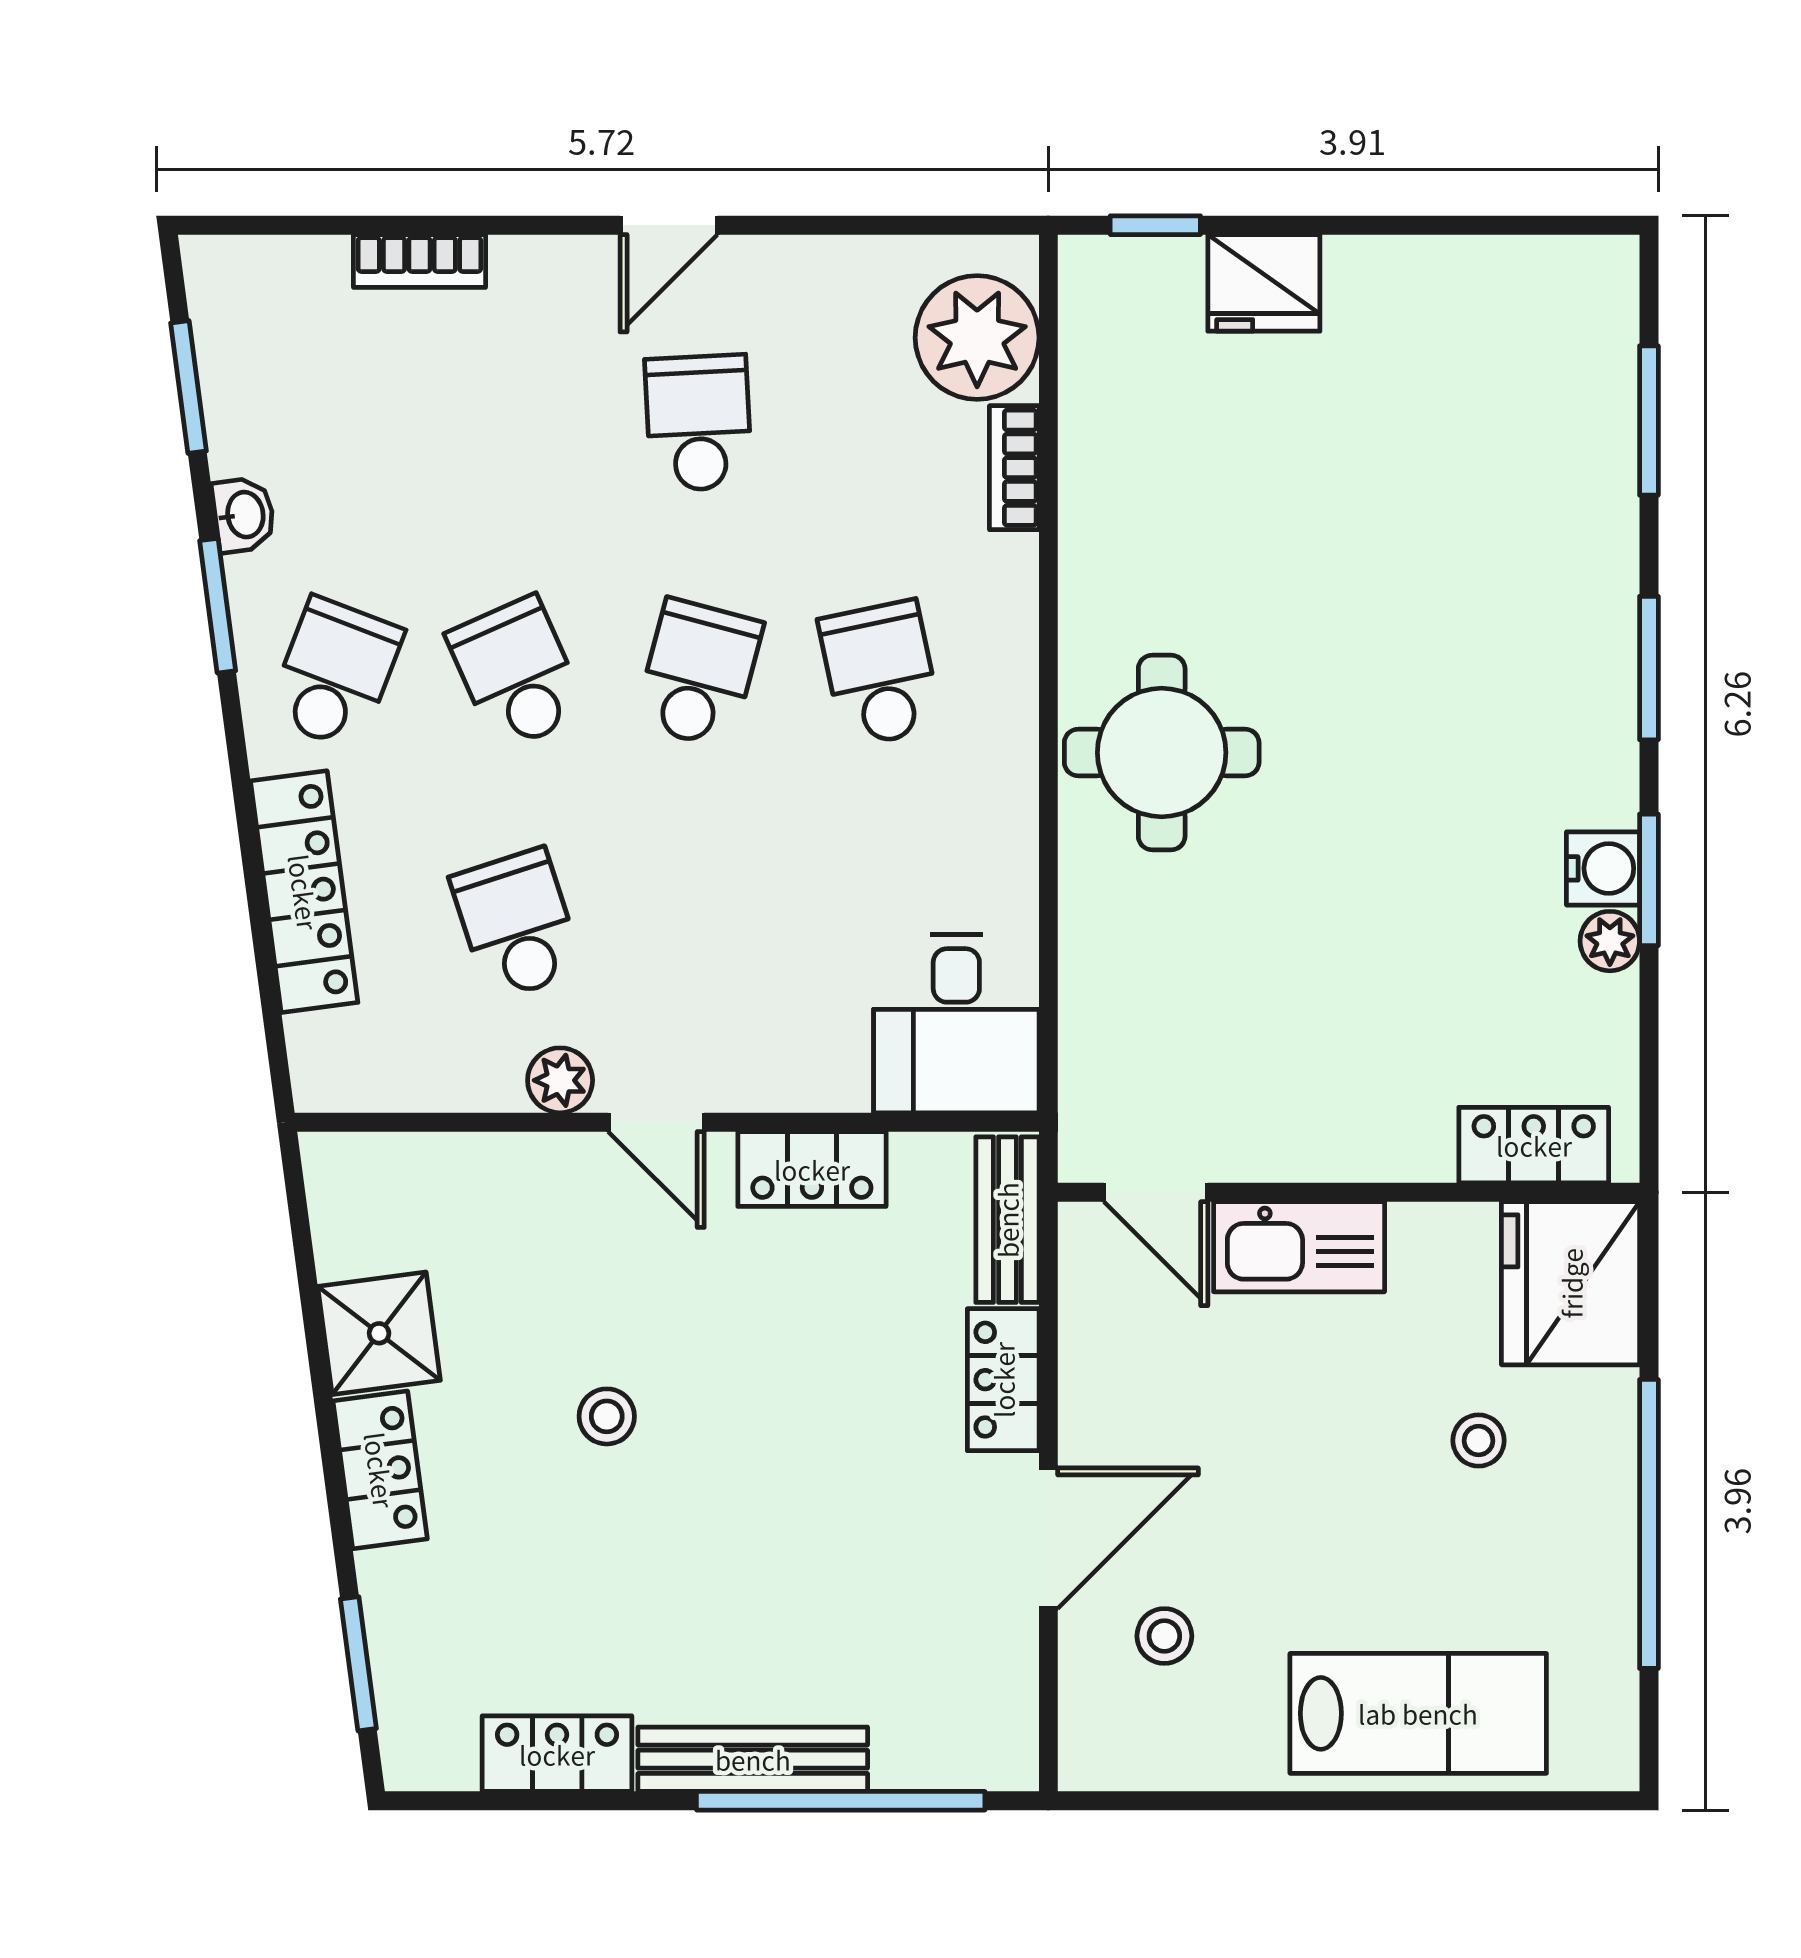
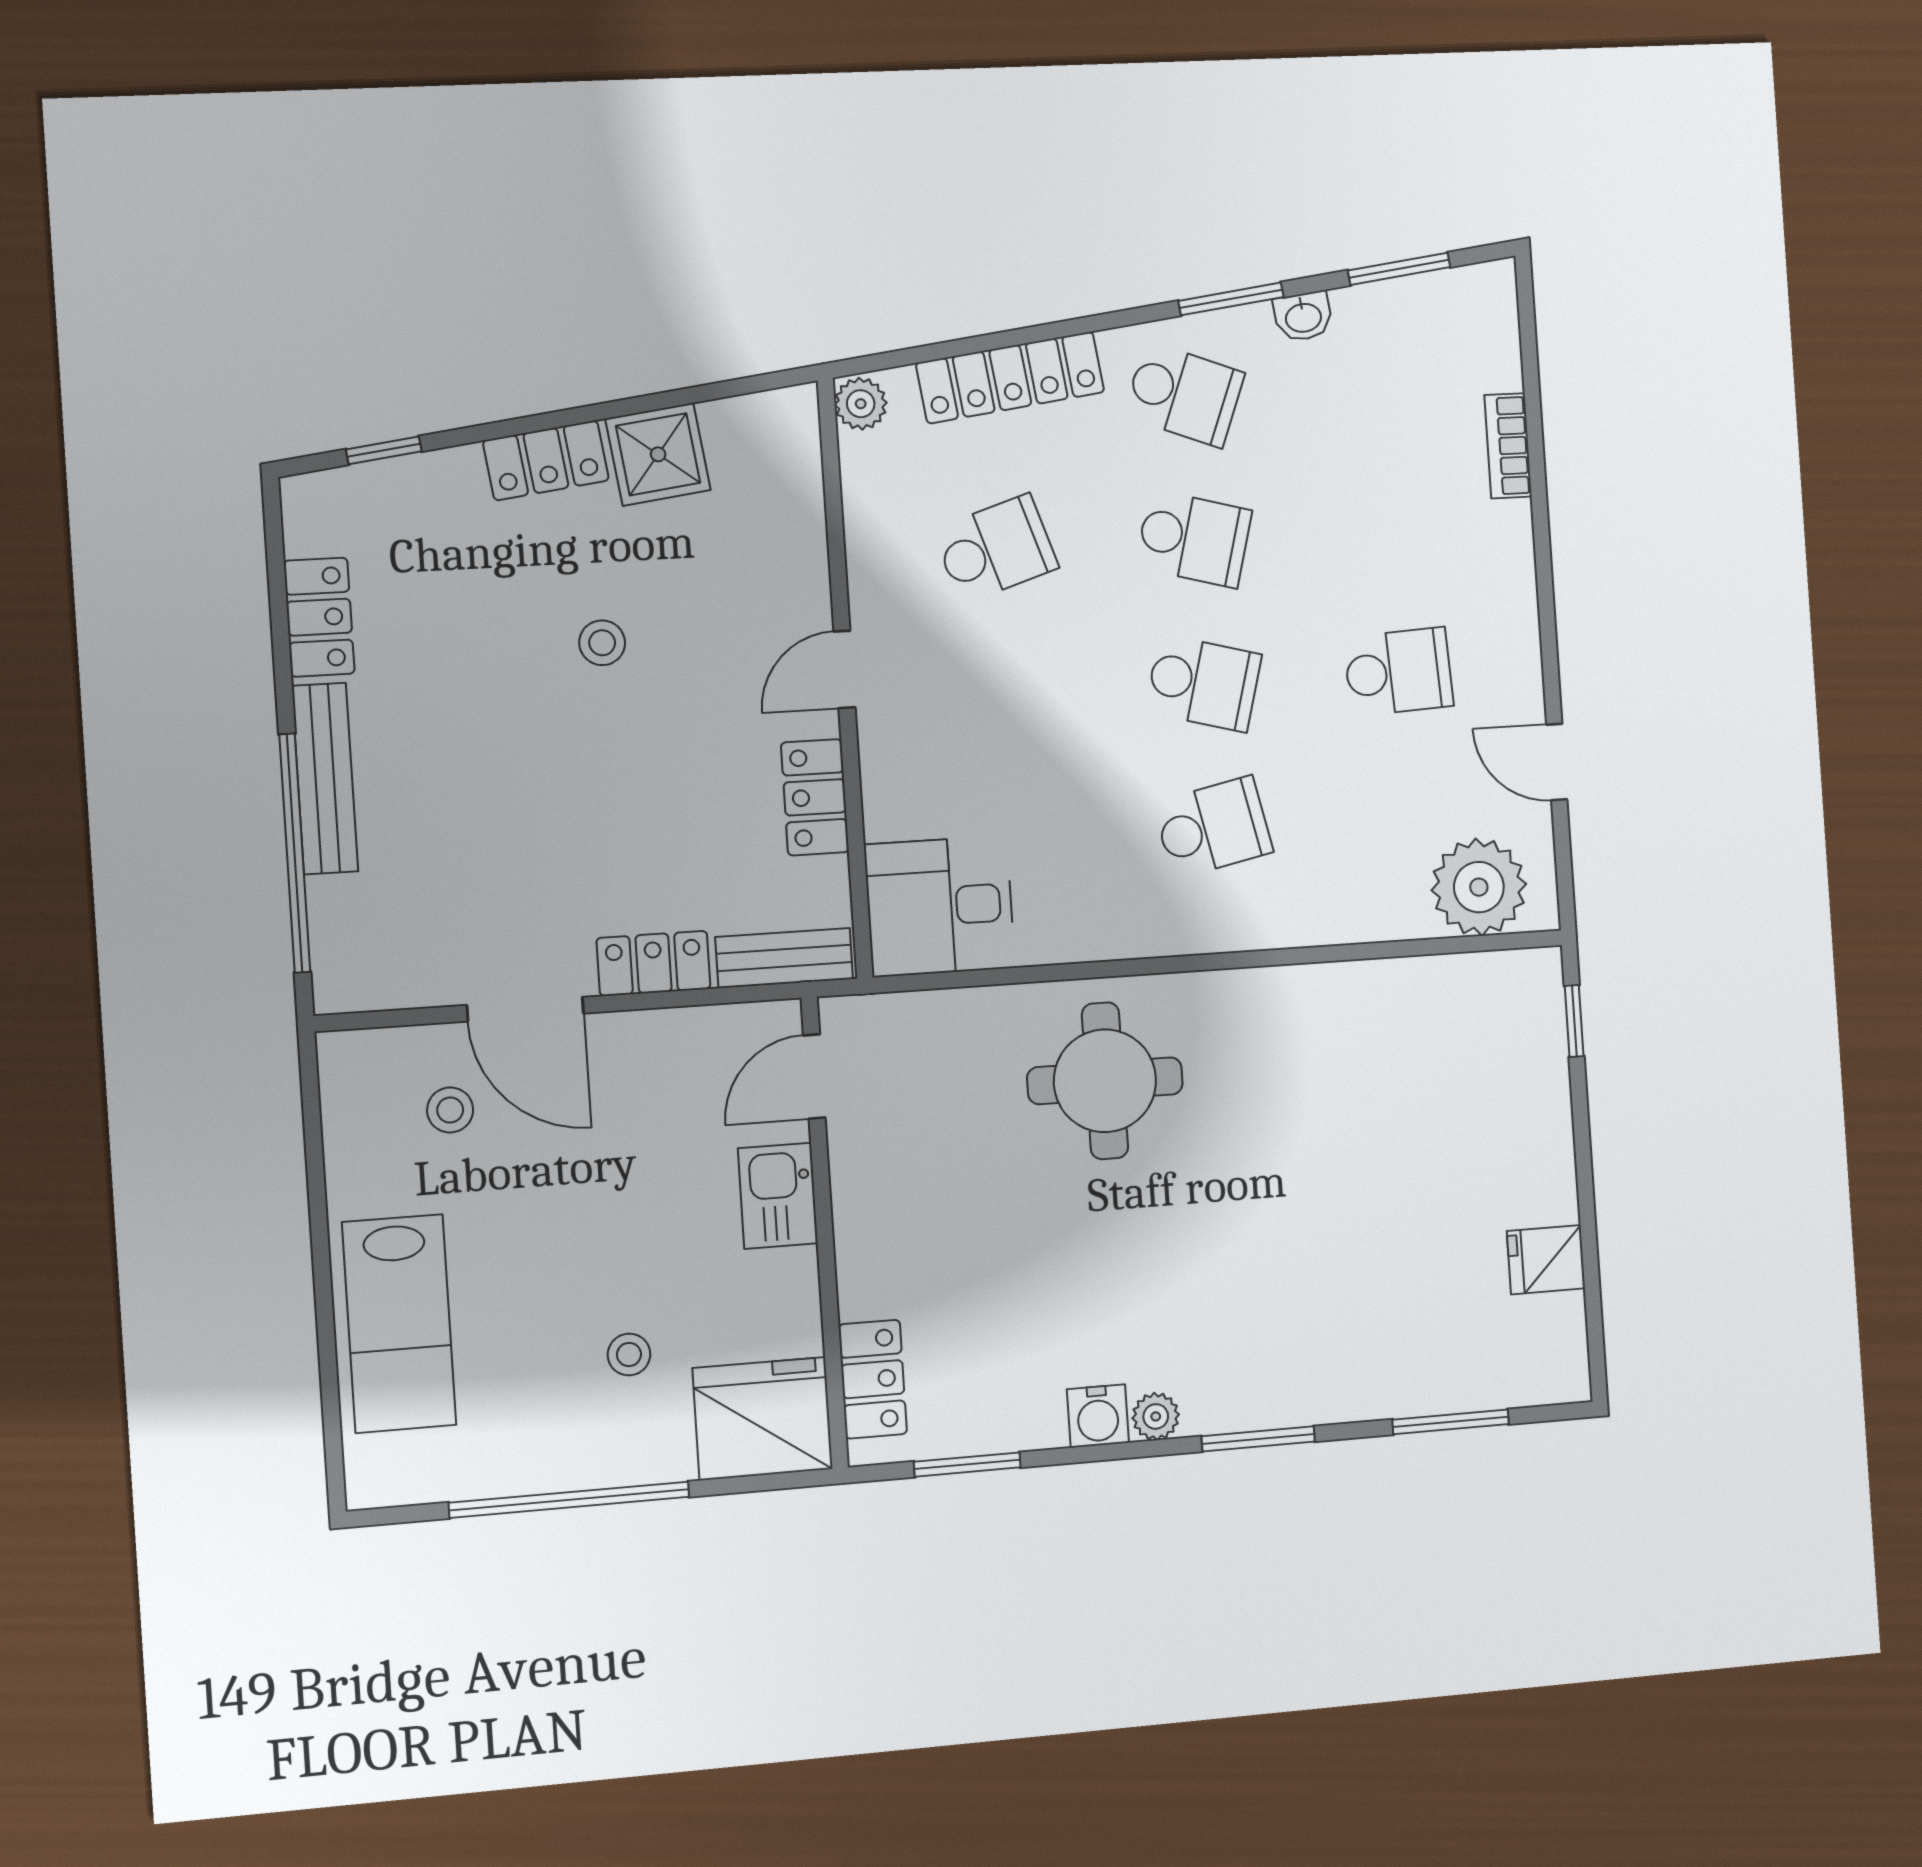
door: (669, 225) -> (1557, 762), moved
fridge: (1264, 283) -> (1546, 1260), moved, width x0.72
bookcase: (1014, 468) -> (1381, 923), removed
school desk: (517, 674) -> (1194, 539), turned 39
round table: (1162, 753) -> (1105, 1081), moved
window: (1649, 880) -> (967, 1465), moved
plant: (1610, 941) -> (1156, 1416), moved
plant: (560, 1080) -> (861, 404), moved
kitchen sink: (1299, 1247) -> (778, 1196), width x0.73
window: (358, 1664) -> (384, 450), width x0.67

